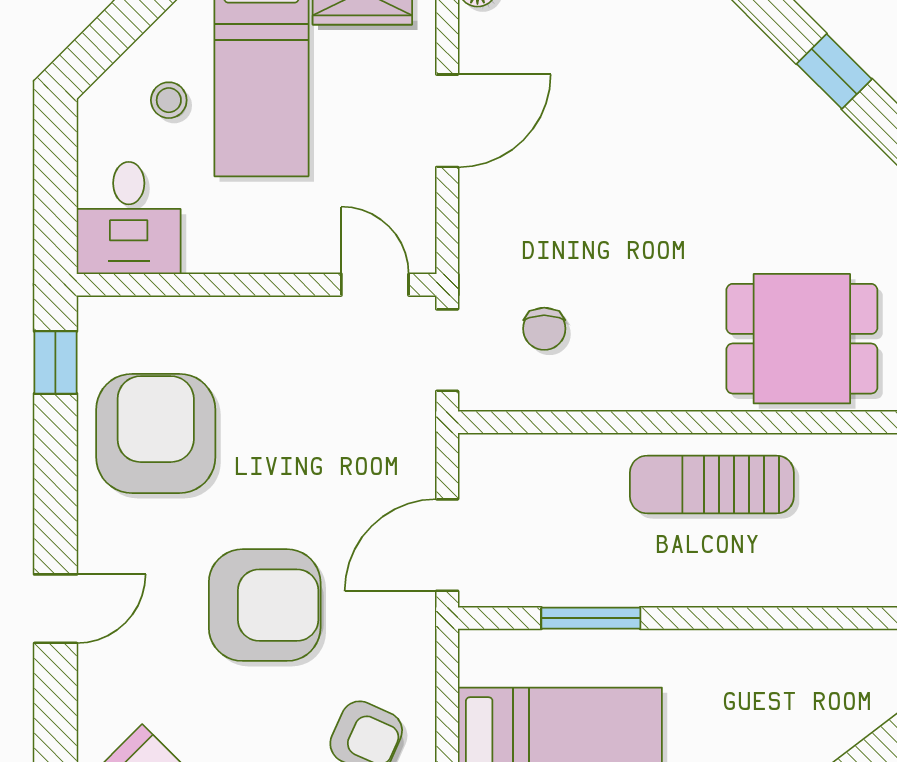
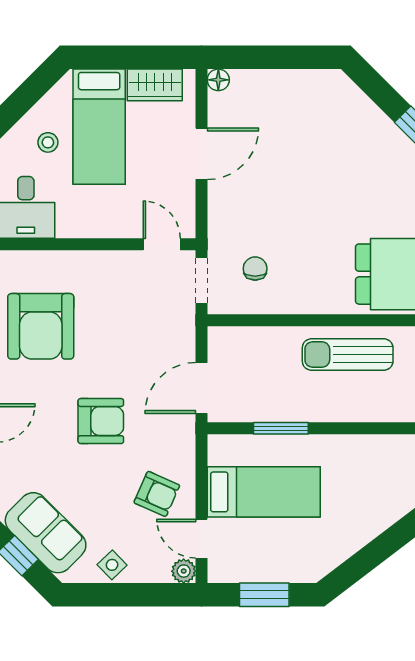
chair: (544, 329) -> (255, 269), turned 180
armchair: (156, 433) -> (41, 326), turned 180
armchair: (265, 605) -> (101, 421), width x0.73, depth x0.73

